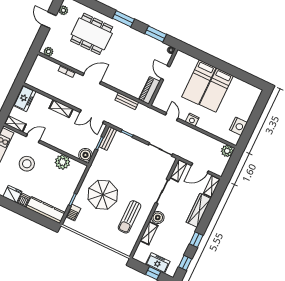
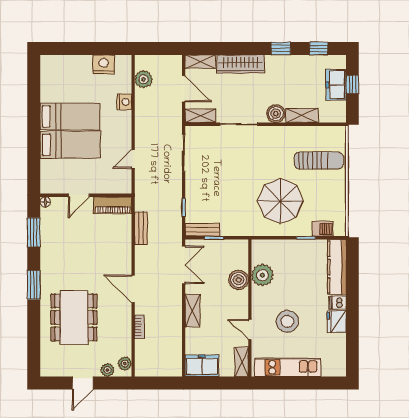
plant: (63, 10) -> (107, 370), moved
nightstand: (192, 120) -> (124, 102), moved
plant: (227, 151) -> (144, 79), moved
boiler: (85, 155) -> (239, 280), moved
sun lounger: (130, 217) -> (319, 160), moved

